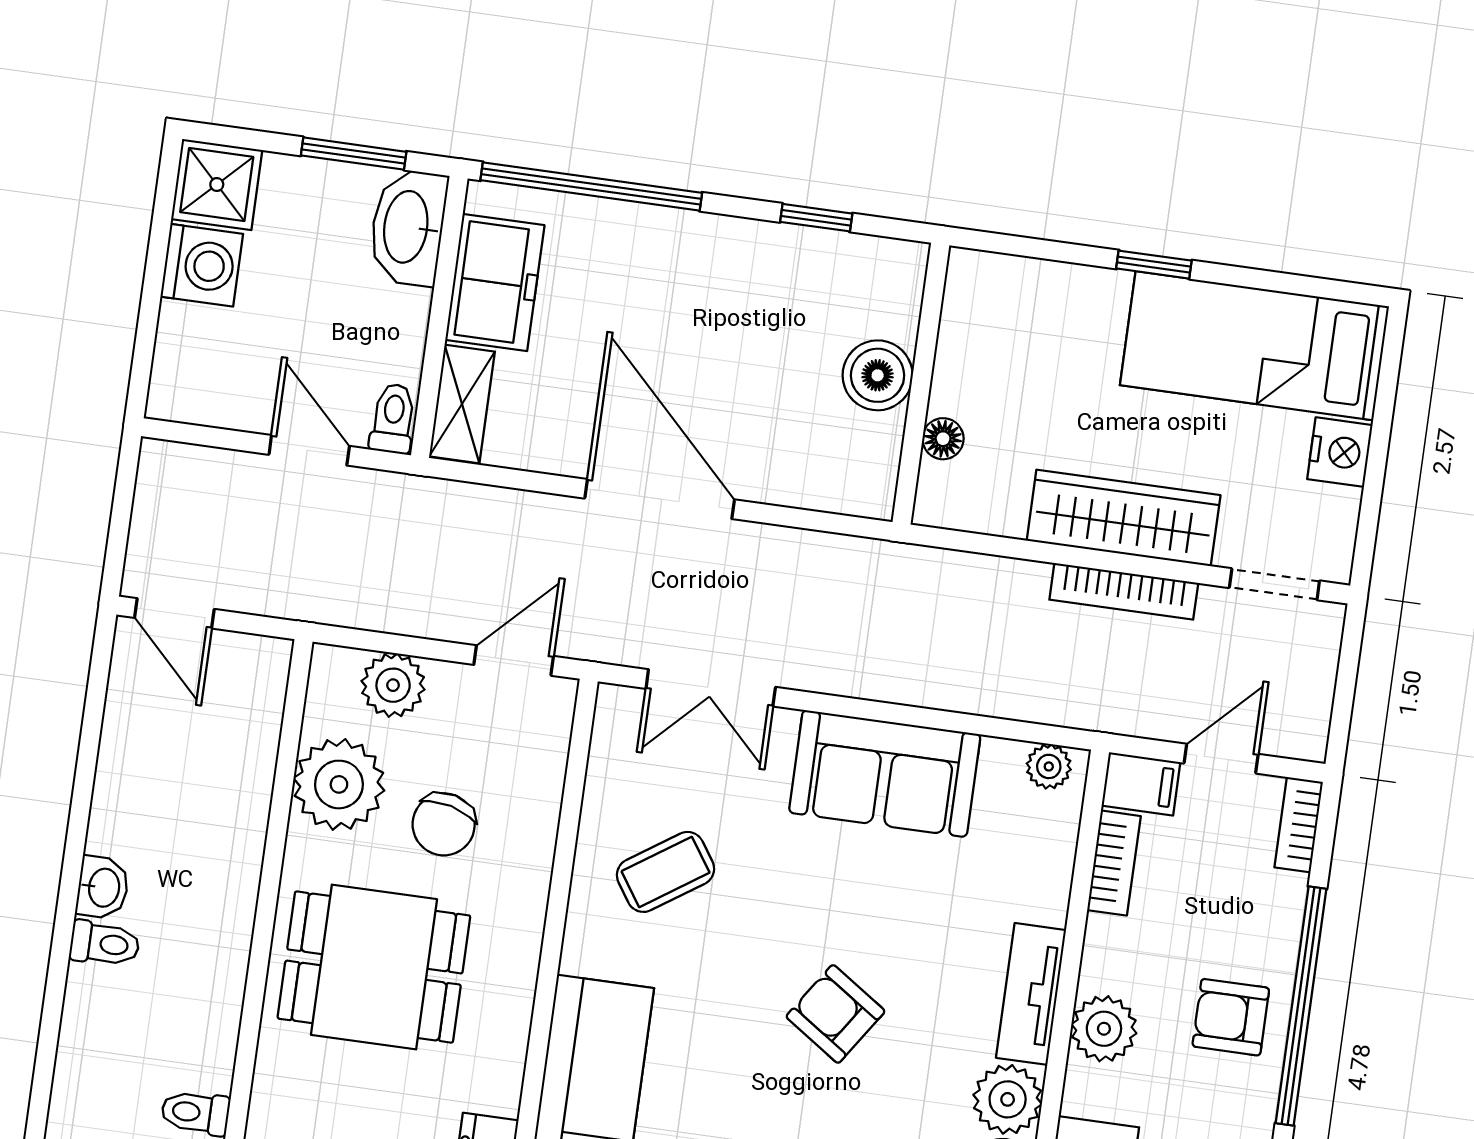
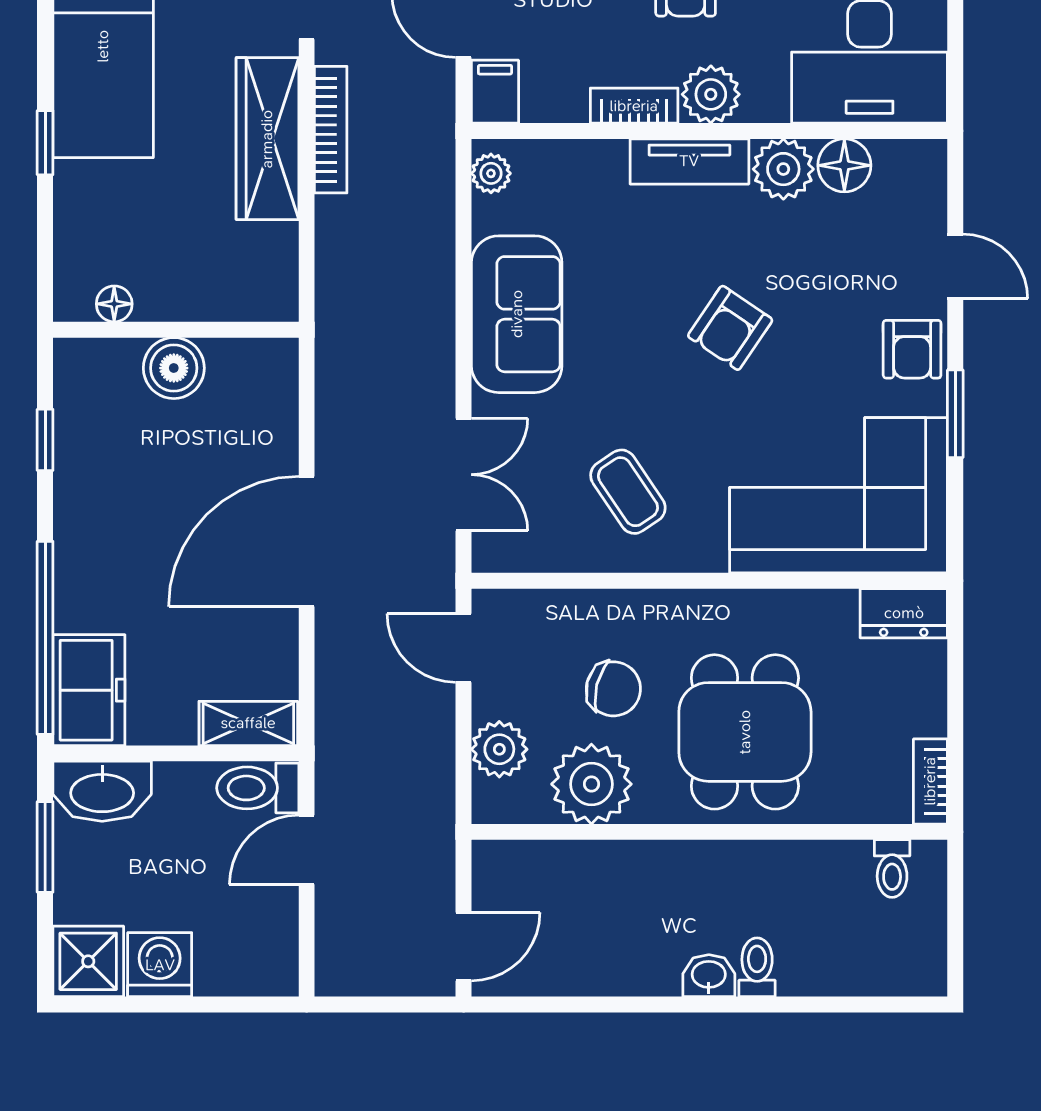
freezer: (495, 282) -> (89, 690), moved, turned 90
toilet: (393, 419) -> (258, 788), width x1.37, depth x1.39
floor lamp: (943, 439) -> (114, 304), moved
bookcase: (1114, 863) -> (634, 106), moved

